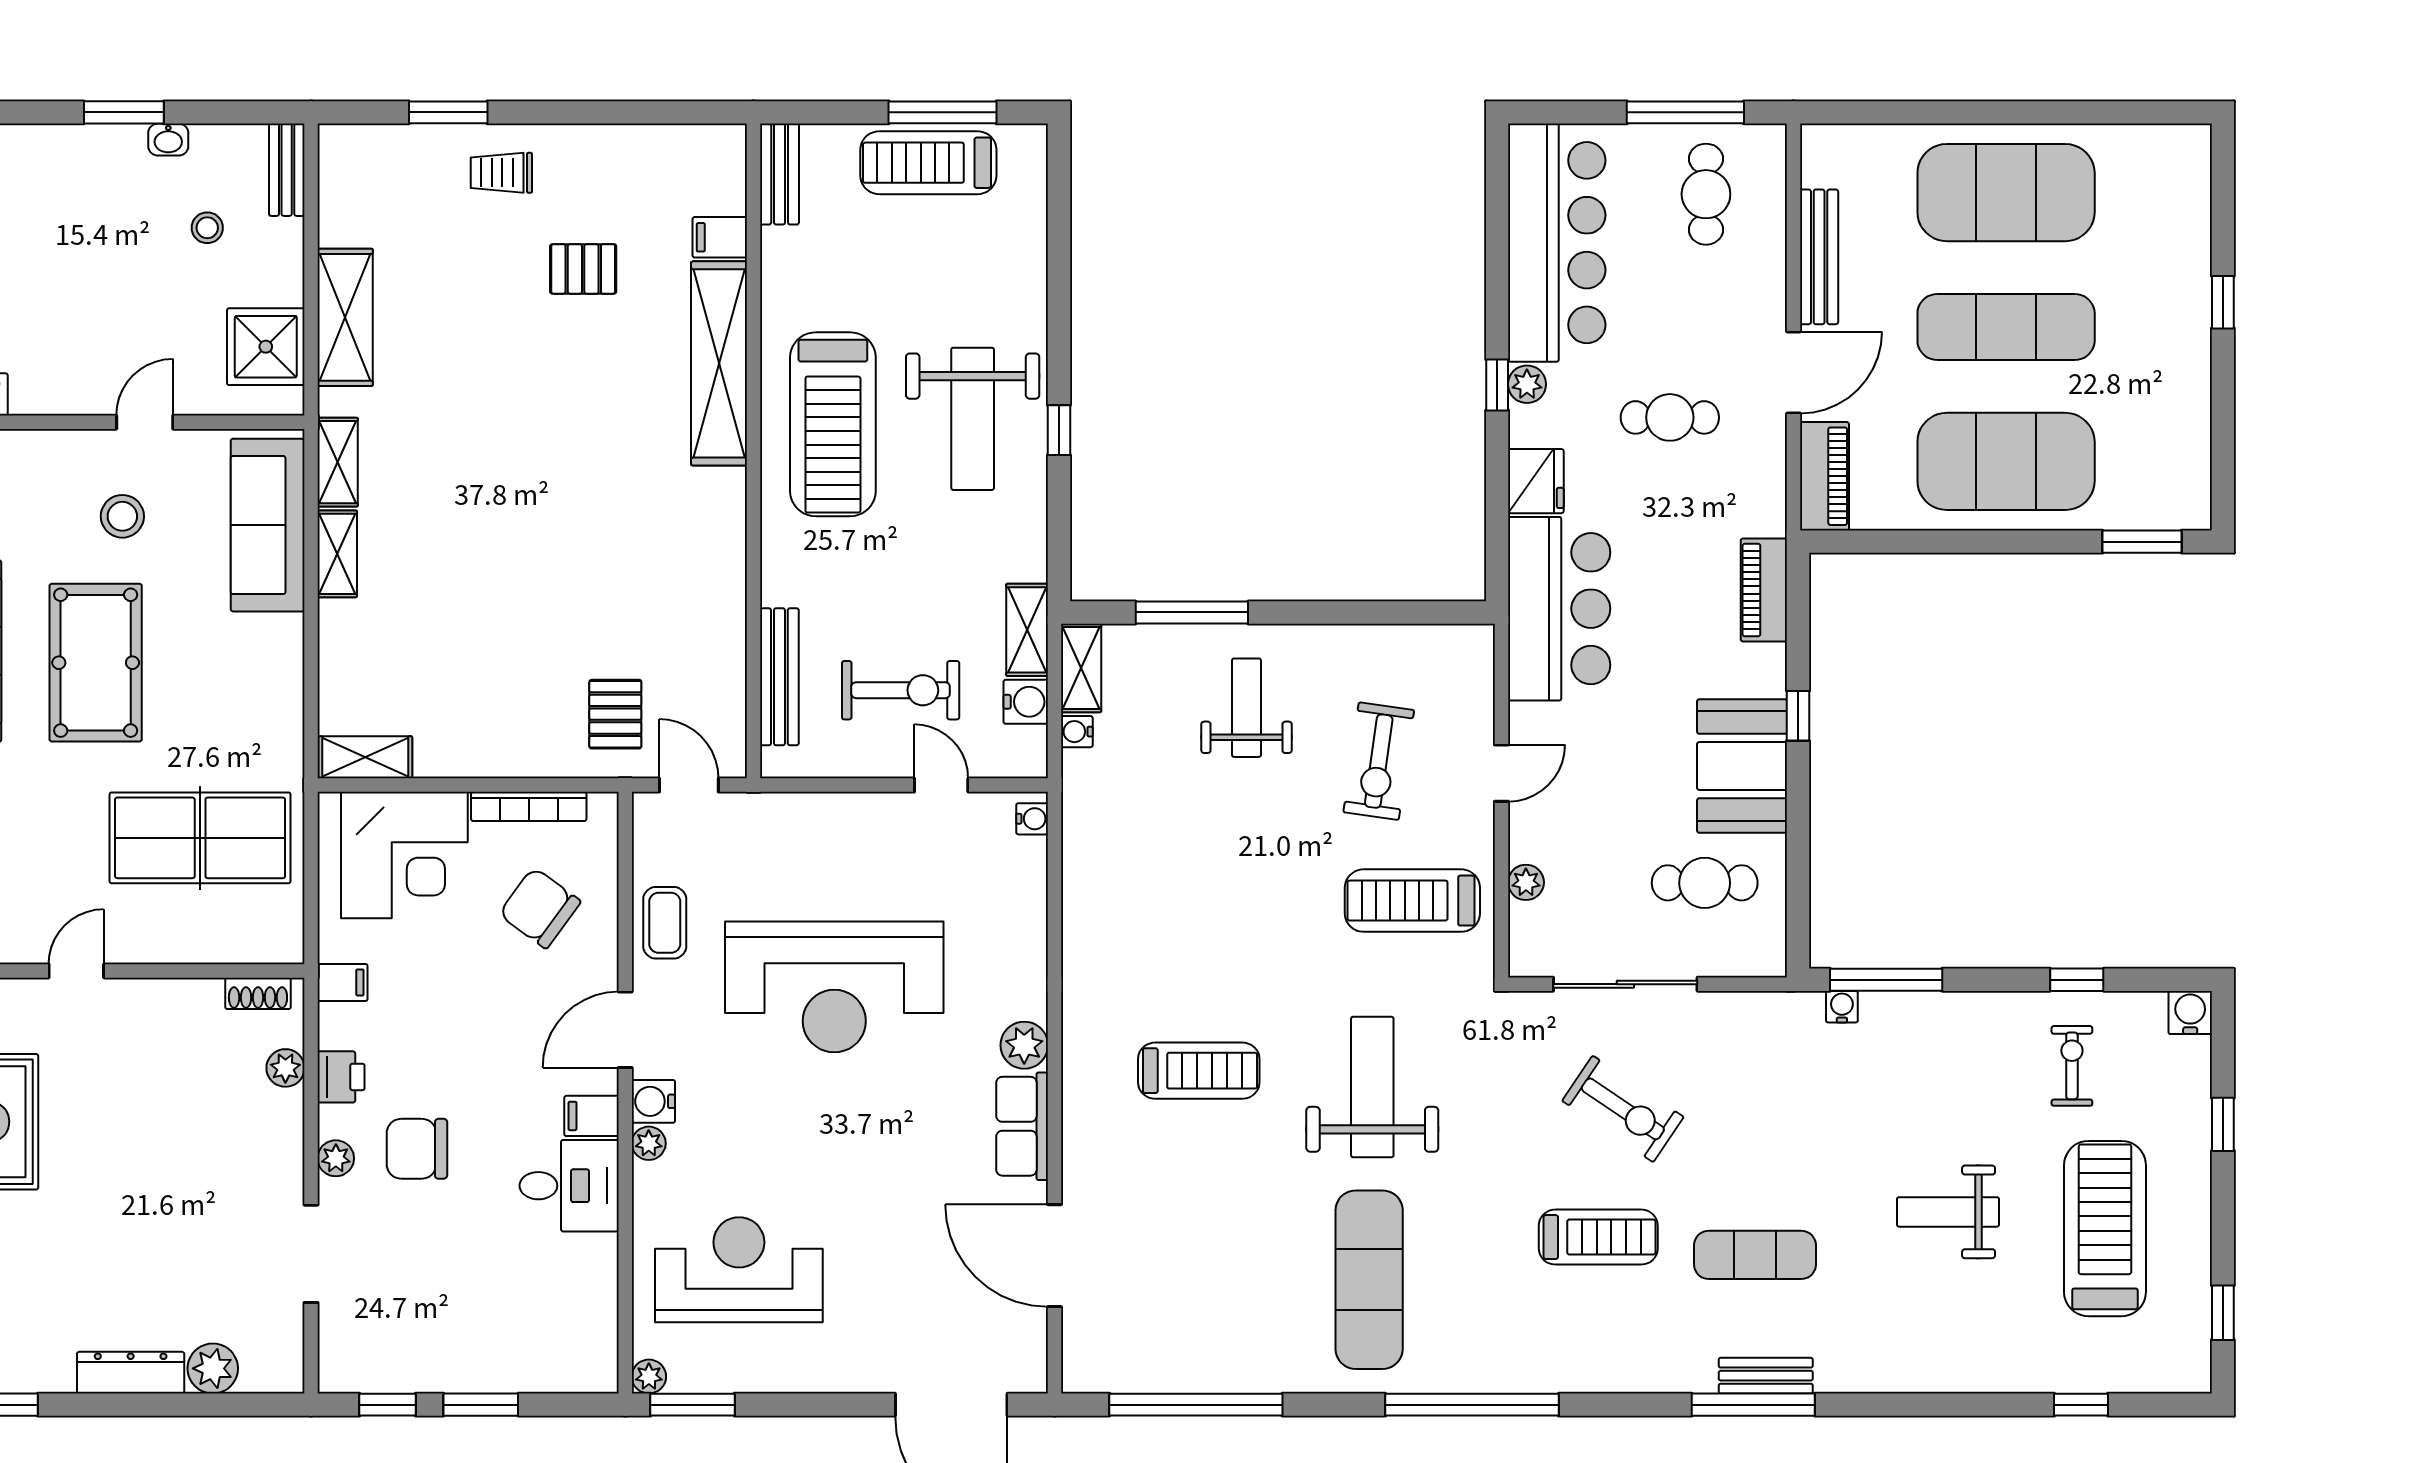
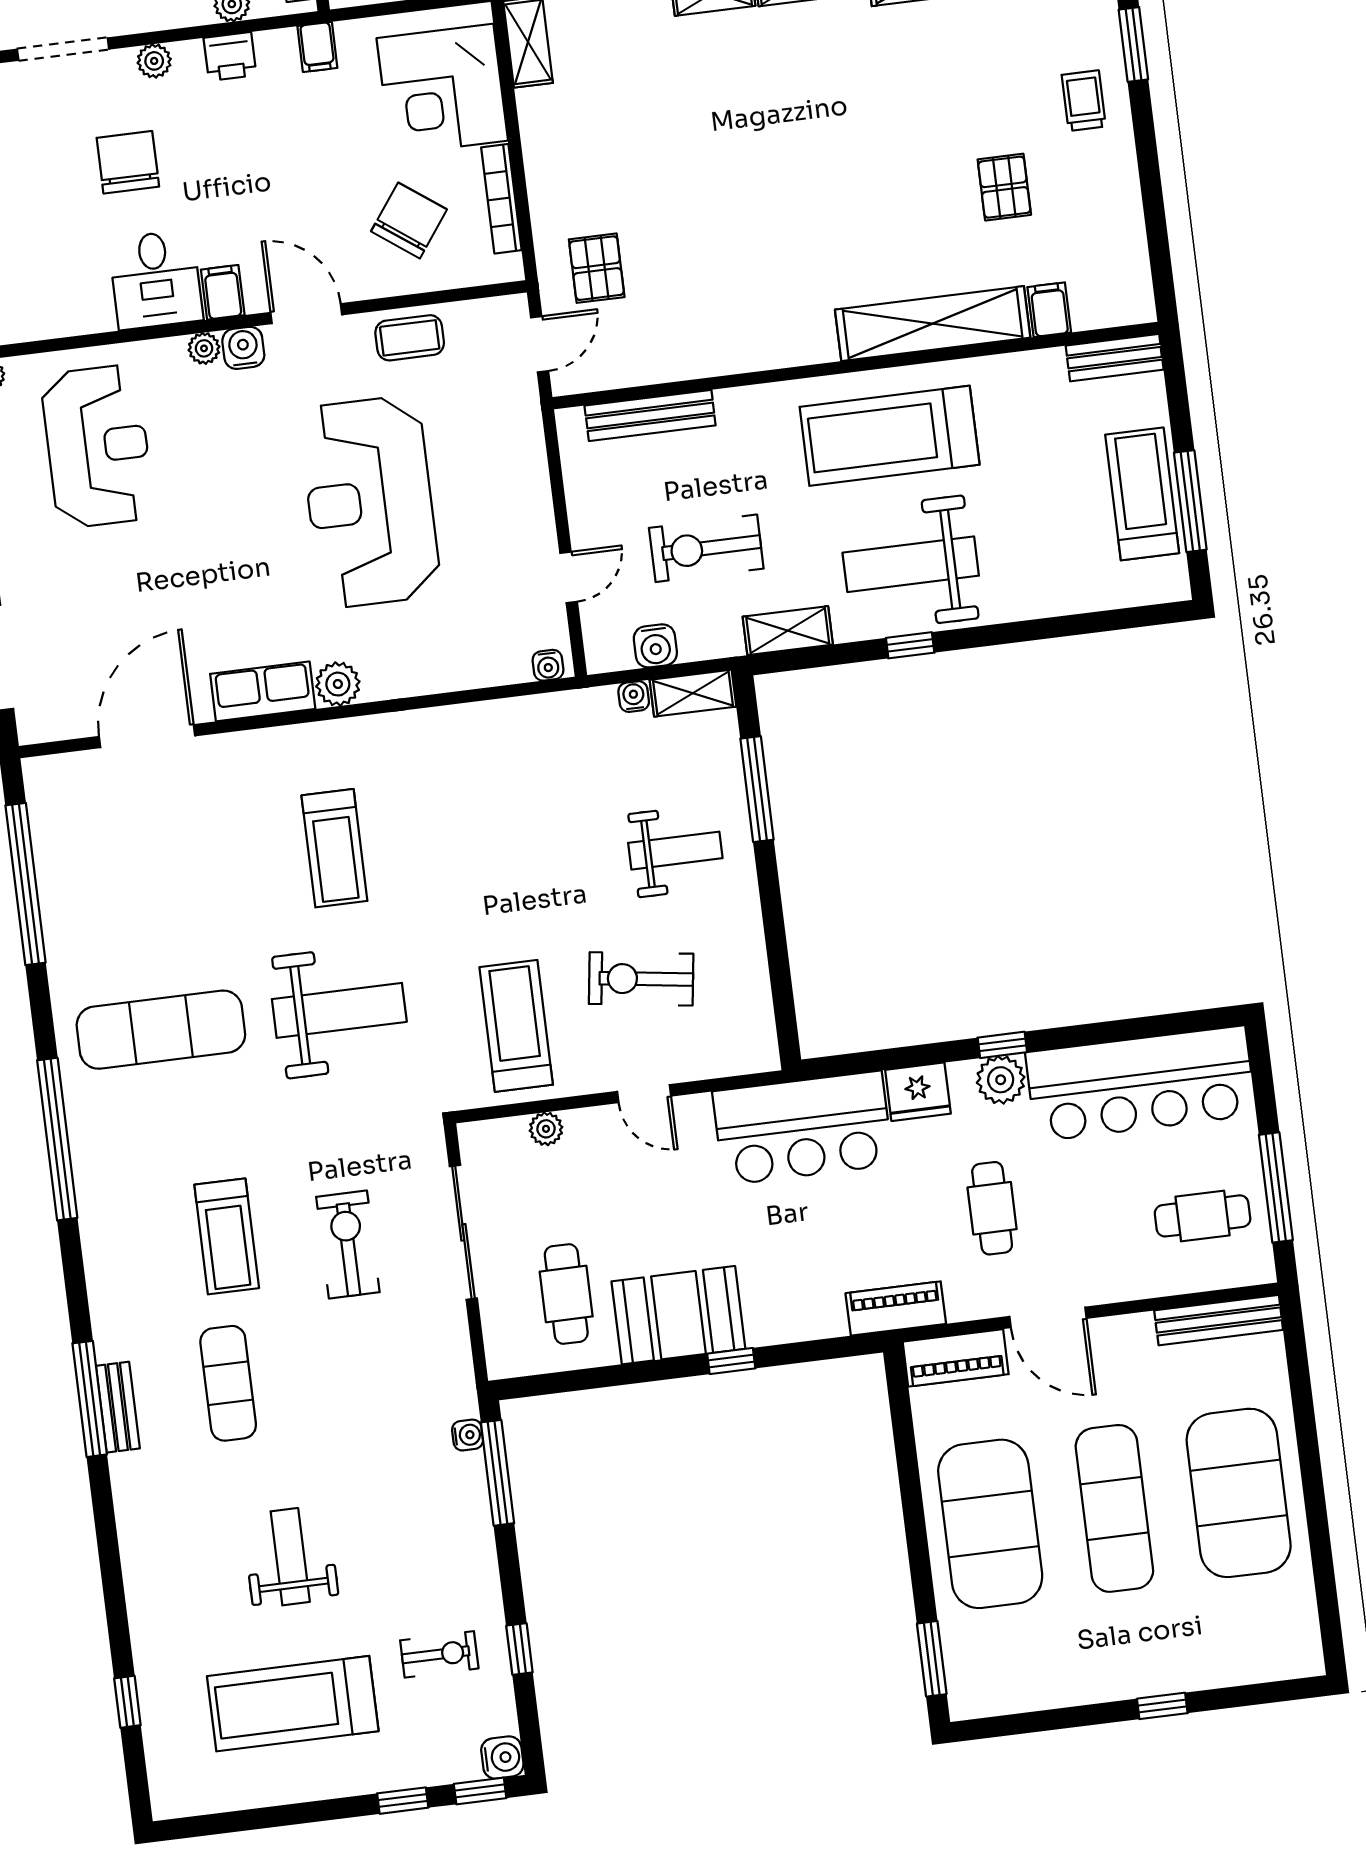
bench: (1819, 257) -> (1219, 1320), moved
plant: (1527, 384) -> (1001, 1080), width x1.38, depth x1.38
piano: (1764, 590) -> (896, 1308), moved
shelving: (1027, 630) -> (788, 631), moved
exercise bike: (901, 690) -> (706, 548), moved, turned 90
pallet: (615, 714) -> (597, 268), turned 90
exercise bike: (1623, 1109) -> (348, 1244), turned 146
chair: (417, 1149) -> (128, 162), moved
treadmill: (2105, 1229) -> (293, 1704), turned 180
window: (2223, 1313) -> (480, 1791), moved

